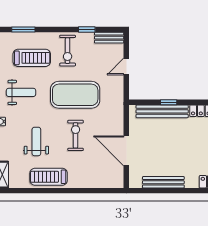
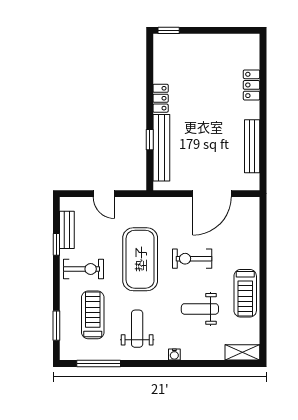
bench: (109, 38) -> (67, 230), moved

